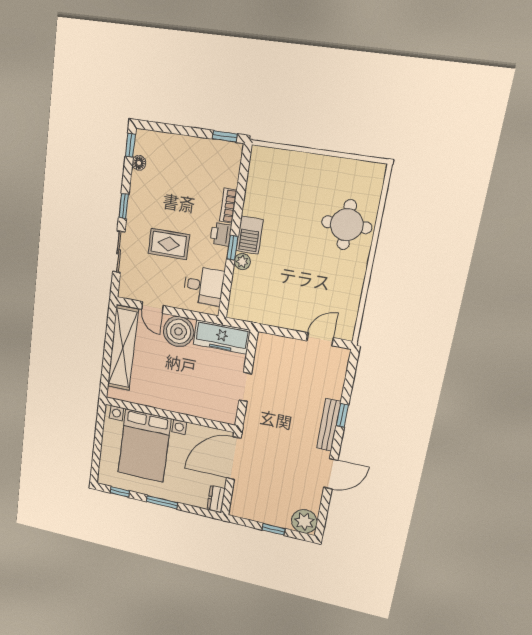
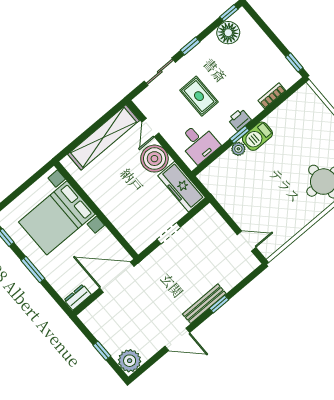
floor lamp: (139, 163) -> (228, 33), width x1.89, depth x1.89
bookcase: (228, 206) -> (272, 96), moved

